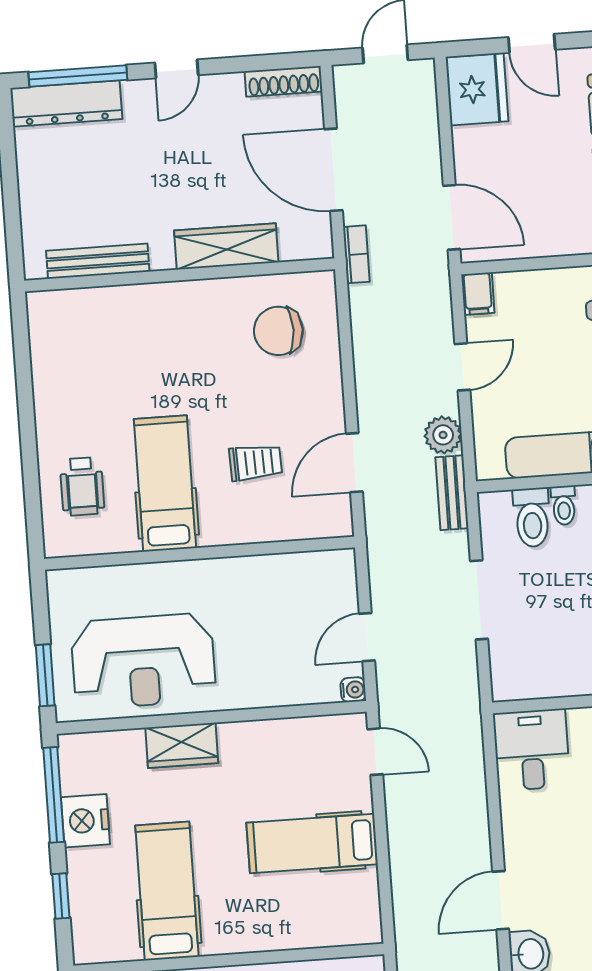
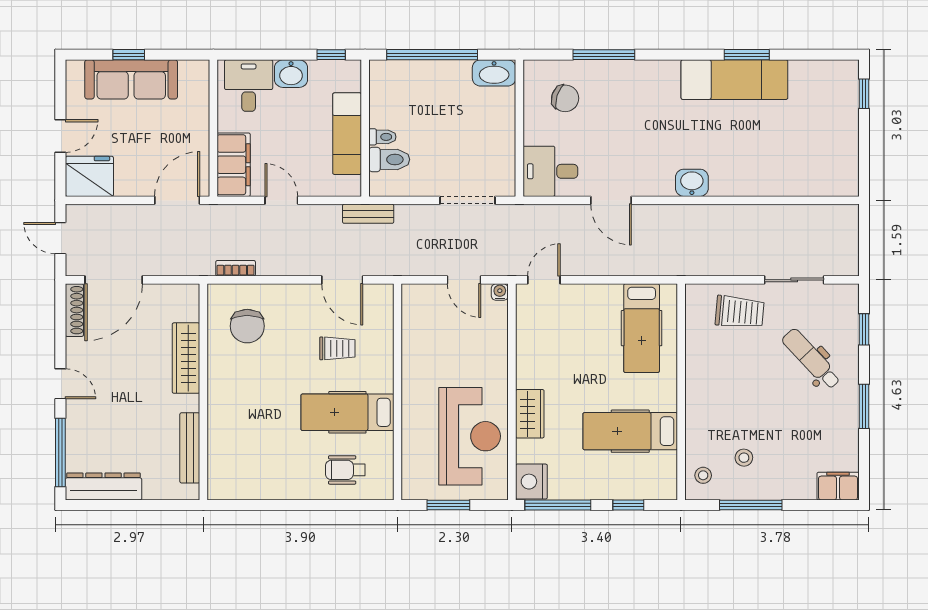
dresser: (66, 104) -> (103, 486), moved, turned -90
door: (333, 170) -> (114, 280), moved
bookcase: (356, 254) -> (236, 268), moved
filing cabinet: (478, 294) -> (234, 165), width x3.00, depth x1.17
plant: (443, 435) -> (328, 217), removed
trolley: (256, 462) -> (337, 348), turned 92
wheelchair: (82, 486) -> (345, 470), turned 180
doorway: (479, 600) -> (468, 200), moved
window: (45, 675) -> (448, 505), moved
nightstand: (85, 821) -> (531, 482), moved, turned 90
hospital bed: (312, 843) -> (642, 328), moved
door: (501, 900) -> (611, 200), moved

